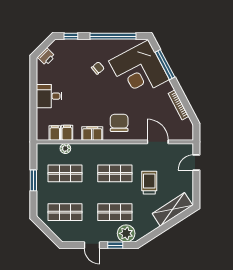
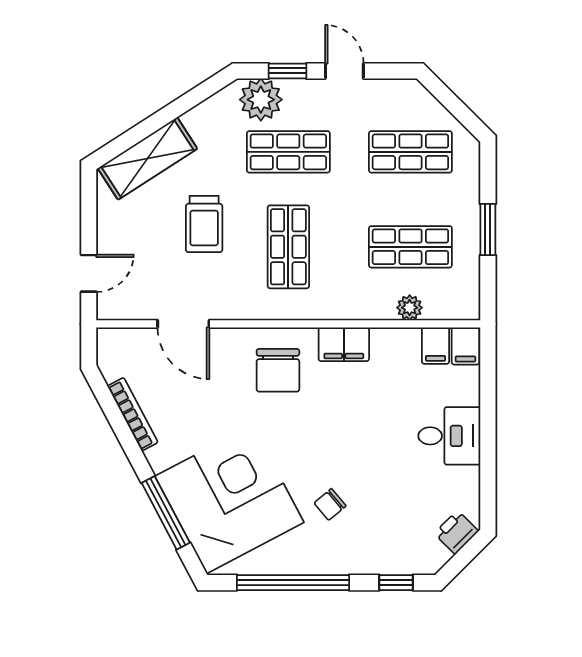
filing cabinet: (67, 133) -> (465, 346), moved
shop shelf: (115, 173) -> (288, 247), turned 90

